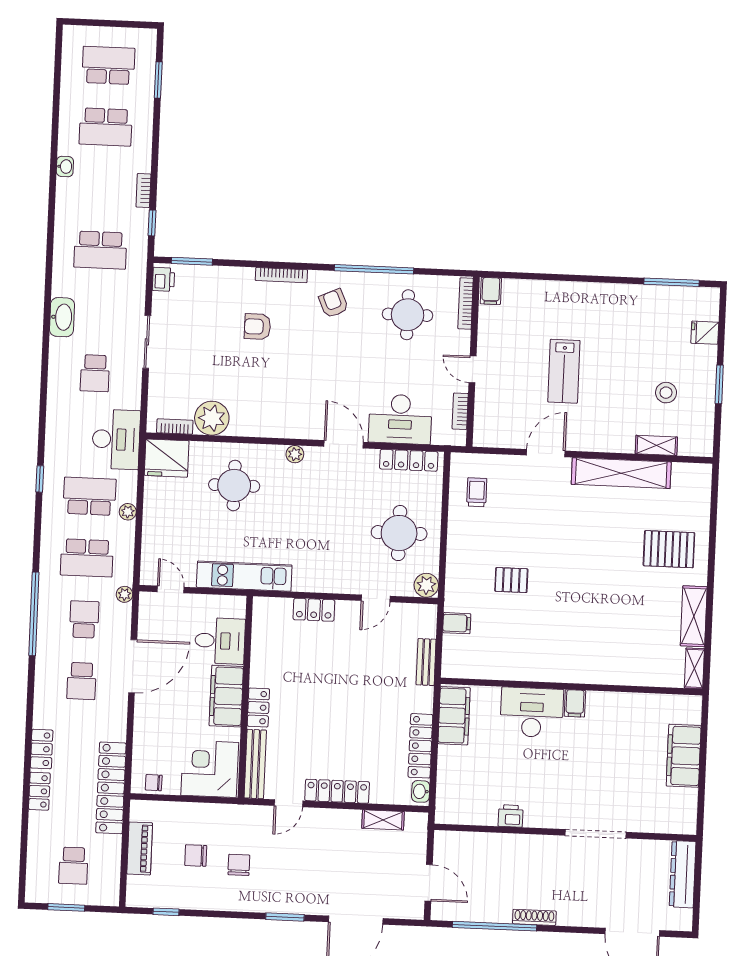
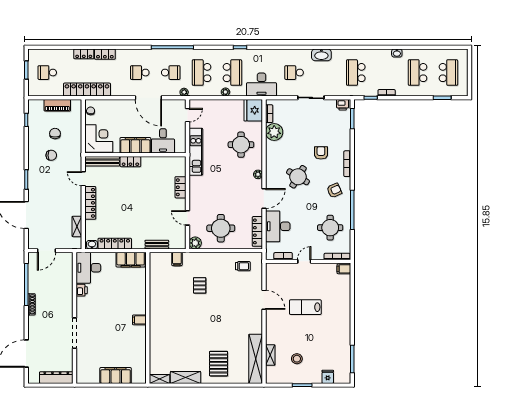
round table: (303, 375) -> (298, 177), added
shelving: (621, 473) -> (256, 359), moved
desk: (532, 712) -> (88, 268), moved, turned 180

